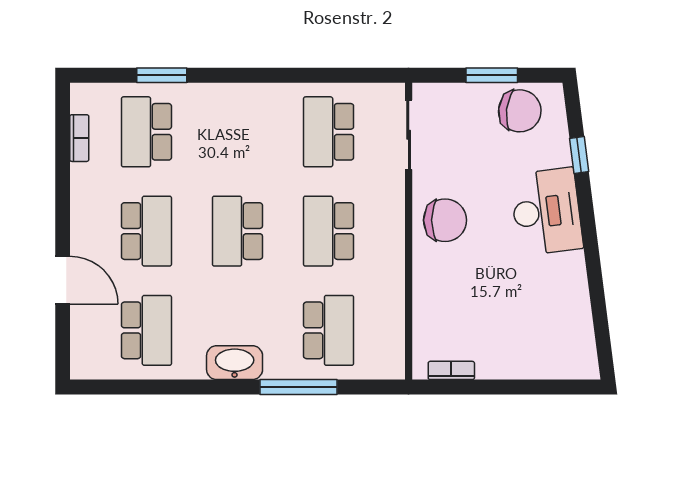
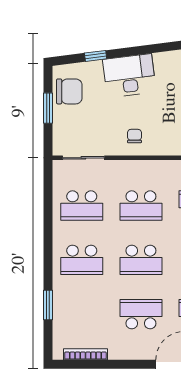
chair: (520, 111) -> (69, 91), turned 83
school desk: (146, 132) -> (82, 260), moved
bookcase: (79, 138) -> (85, 354), width x1.56
chair: (445, 220) -> (134, 136), width x0.54, depth x0.54

